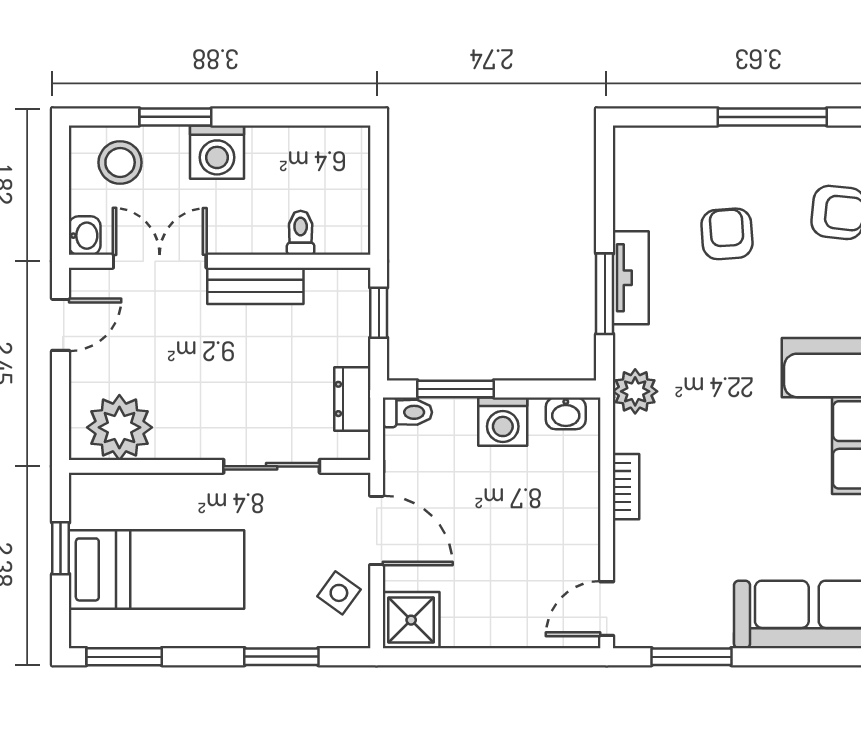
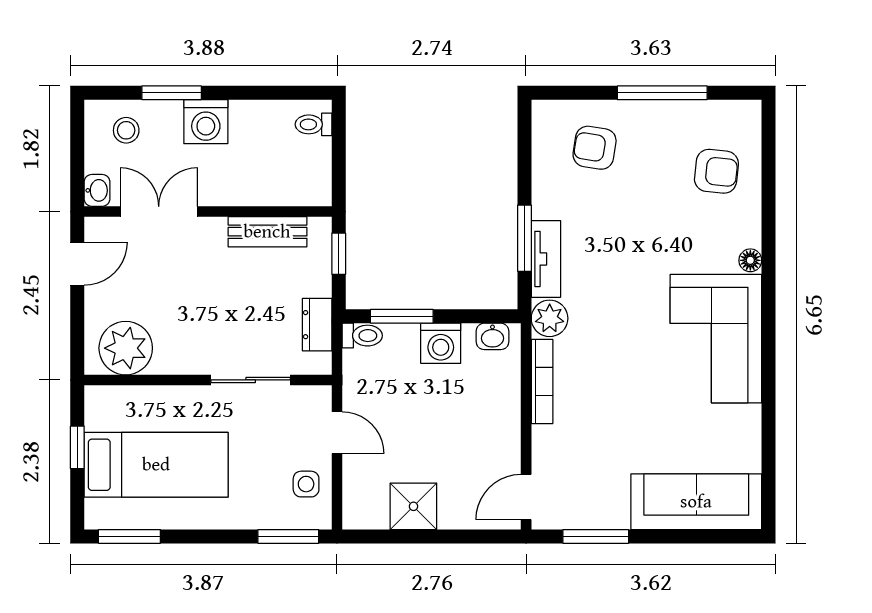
stool: (120, 162) -> (126, 130), width x0.73, depth x0.73
toilet: (301, 233) -> (314, 124), moved, turned -90
armchair: (727, 234) -> (595, 148), moved, turned -77
tv unit: (631, 278) -> (546, 259), moved
bench: (255, 286) -> (267, 232), moved
bookcase: (626, 487) -> (542, 381), width x1.56
door: (377, 530) -> (337, 433), width x0.73
side table: (339, 593) -> (306, 484), turned -36
shower: (411, 620) -> (413, 506), moved
window: (281, 657) -> (288, 536), moved

